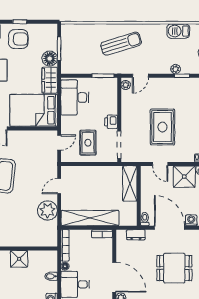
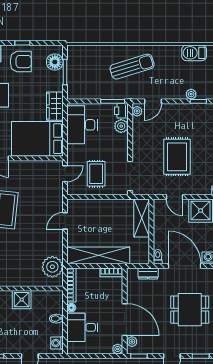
floor lamp: (50, 59) -> (55, 62), moved
plant: (111, 99) -> (121, 126), added
printer: (111, 122) -> (121, 111), moved
plant: (47, 210) -> (52, 267), moved

